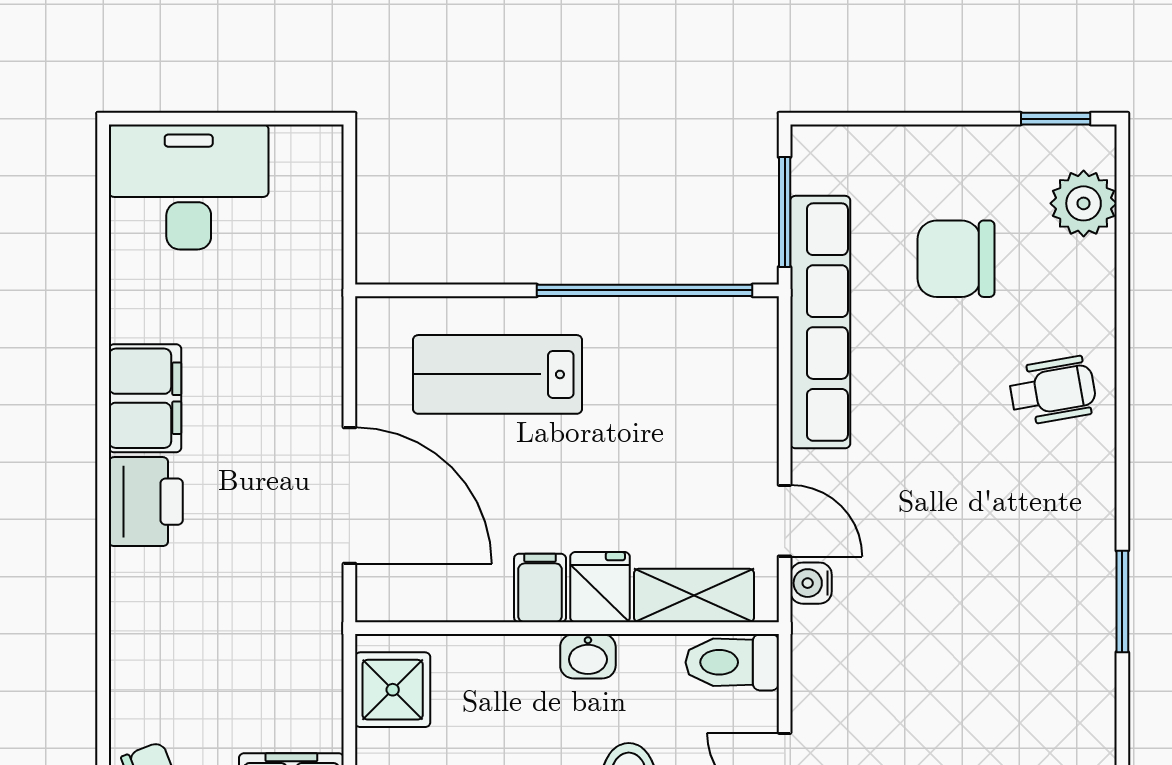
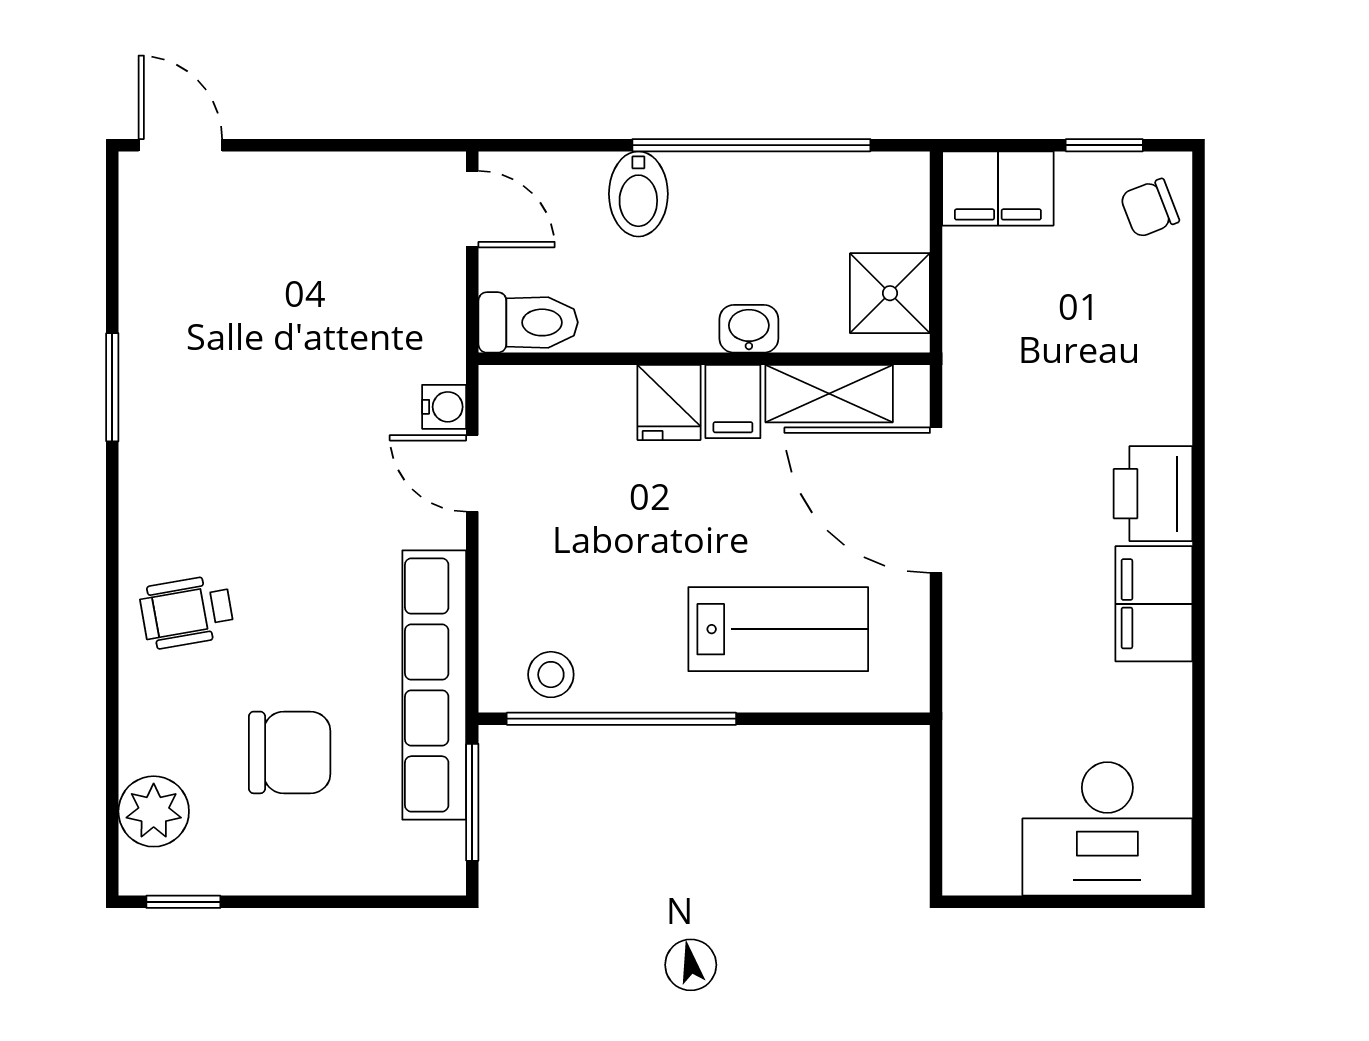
stool: (711, 332) -> (551, 675), added
shelving: (694, 596) -> (829, 394), moved
washbasin: (588, 656) -> (749, 329), moved

